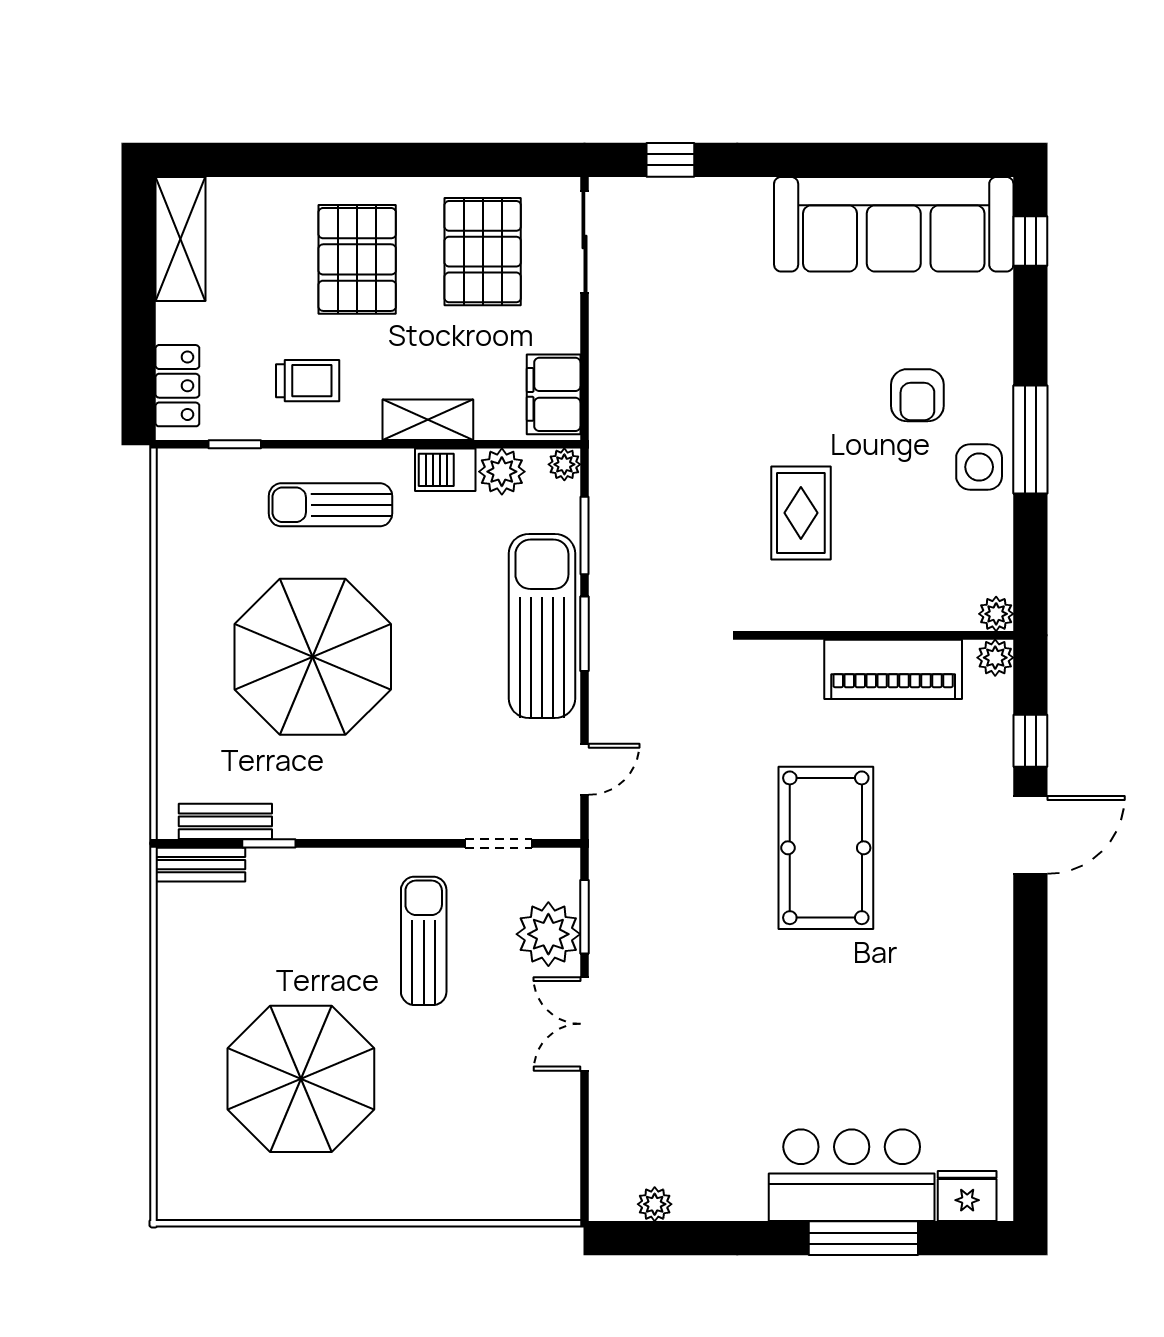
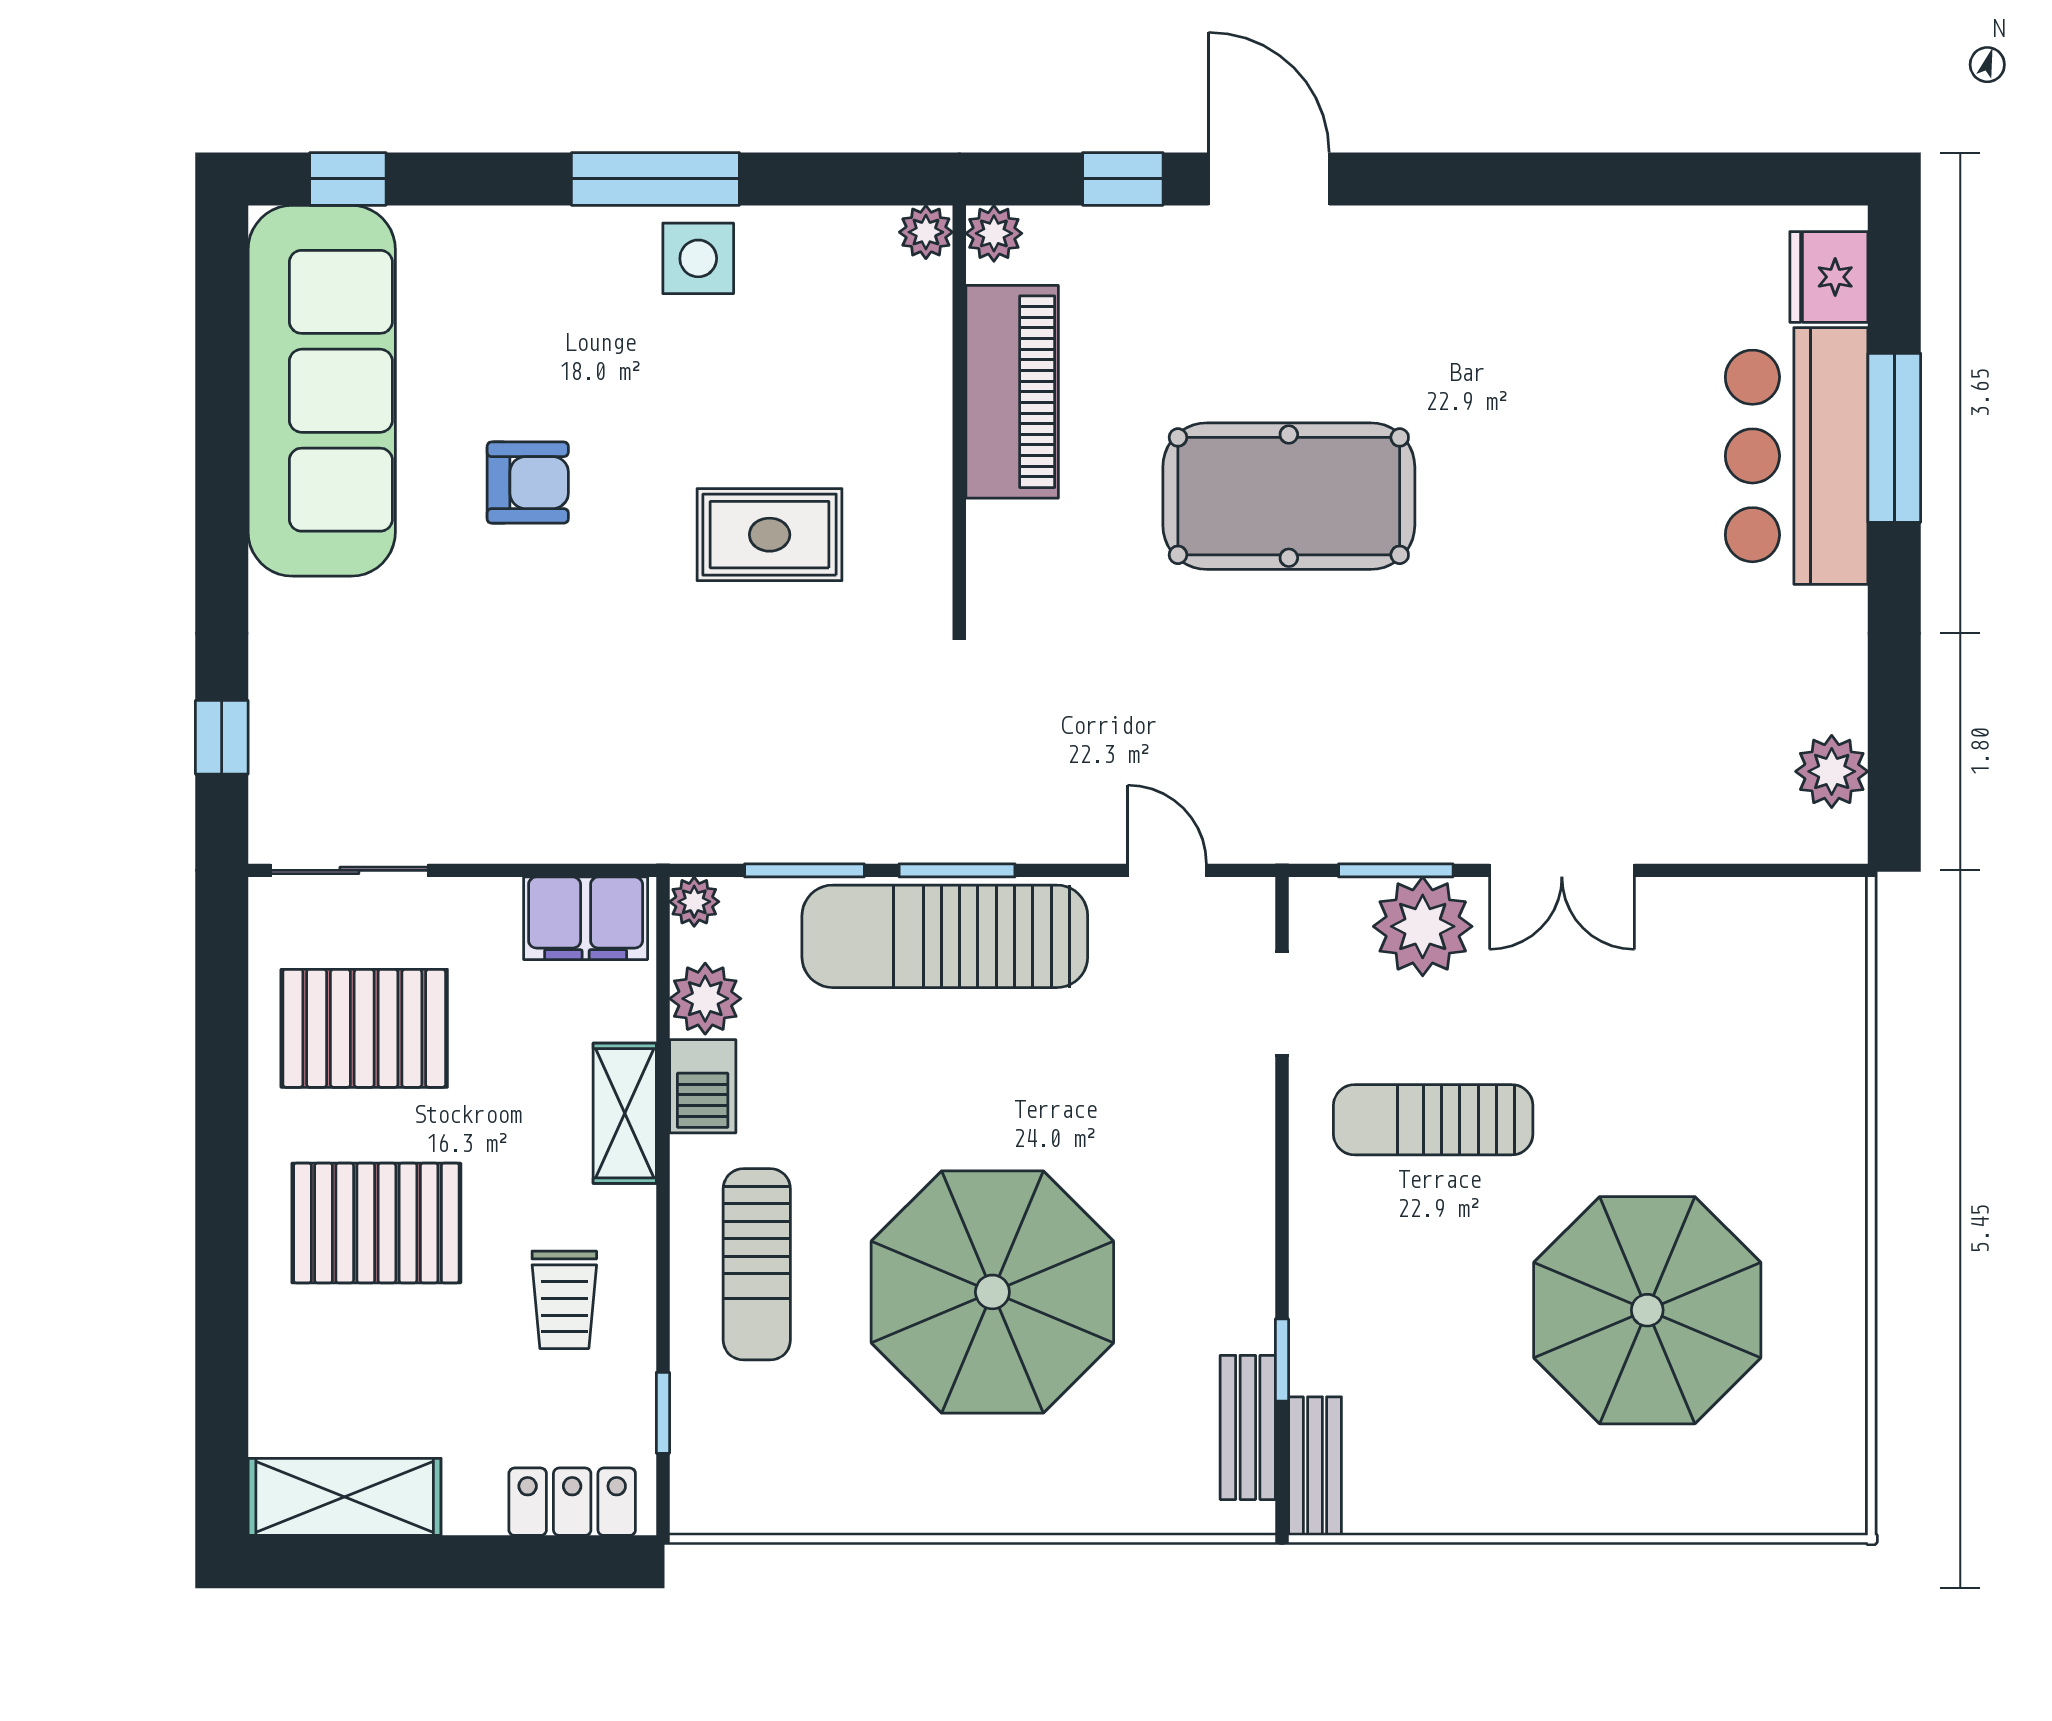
trolley: (308, 381) -> (564, 1300), turned 180
armchair: (917, 395) -> (528, 483), moved
plant: (655, 1204) -> (1832, 771), width x1.38, depth x1.38

